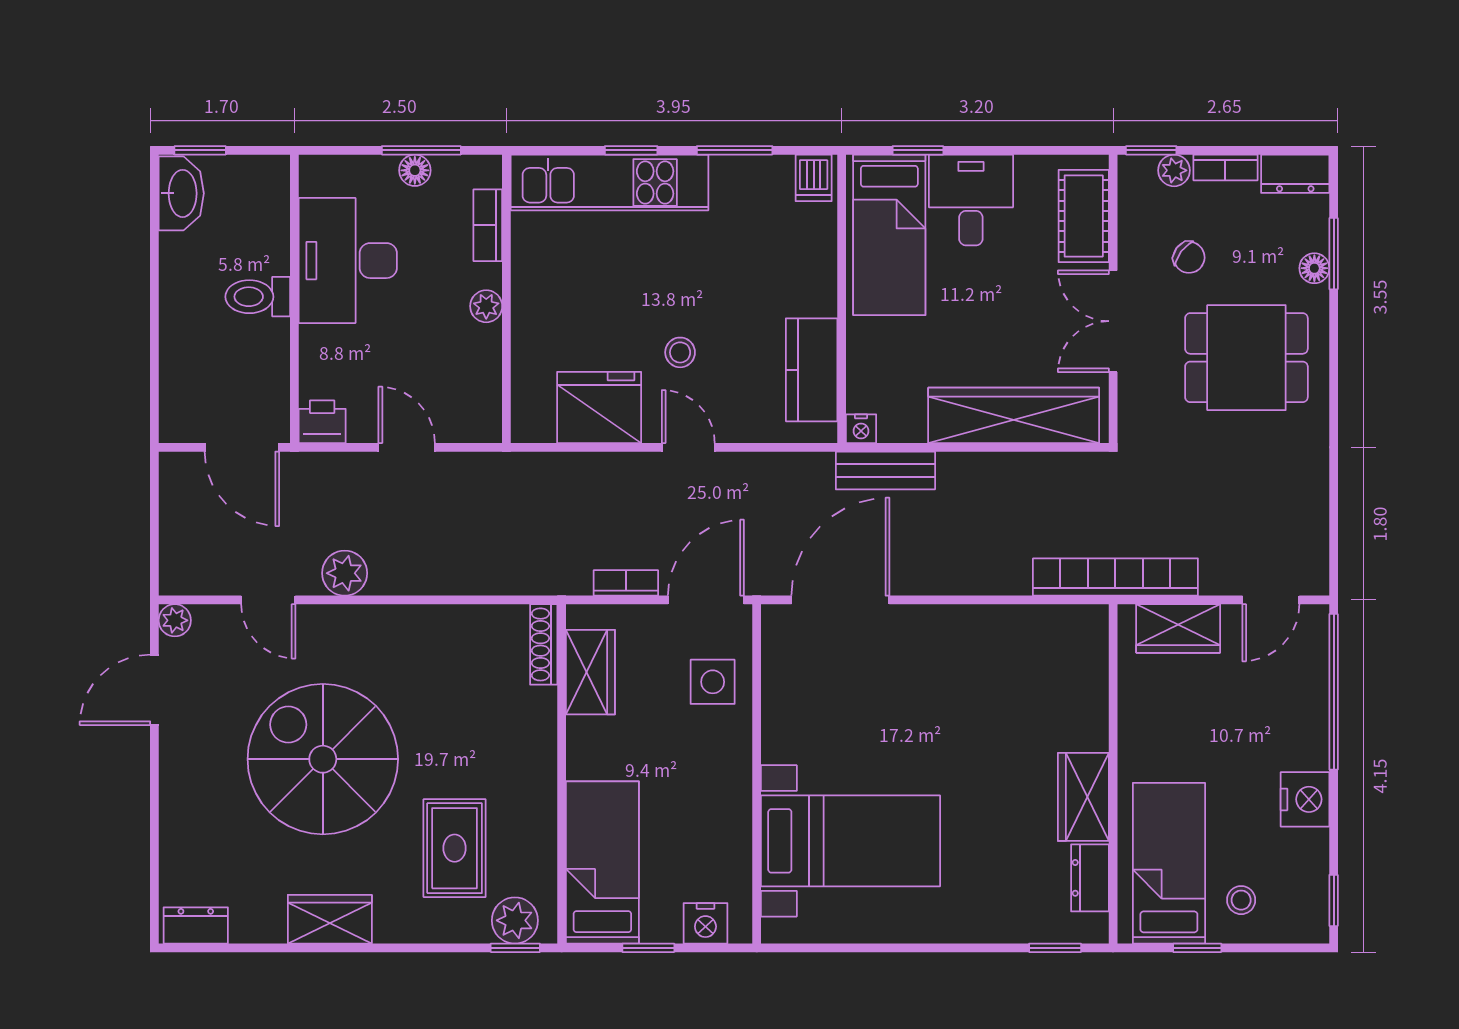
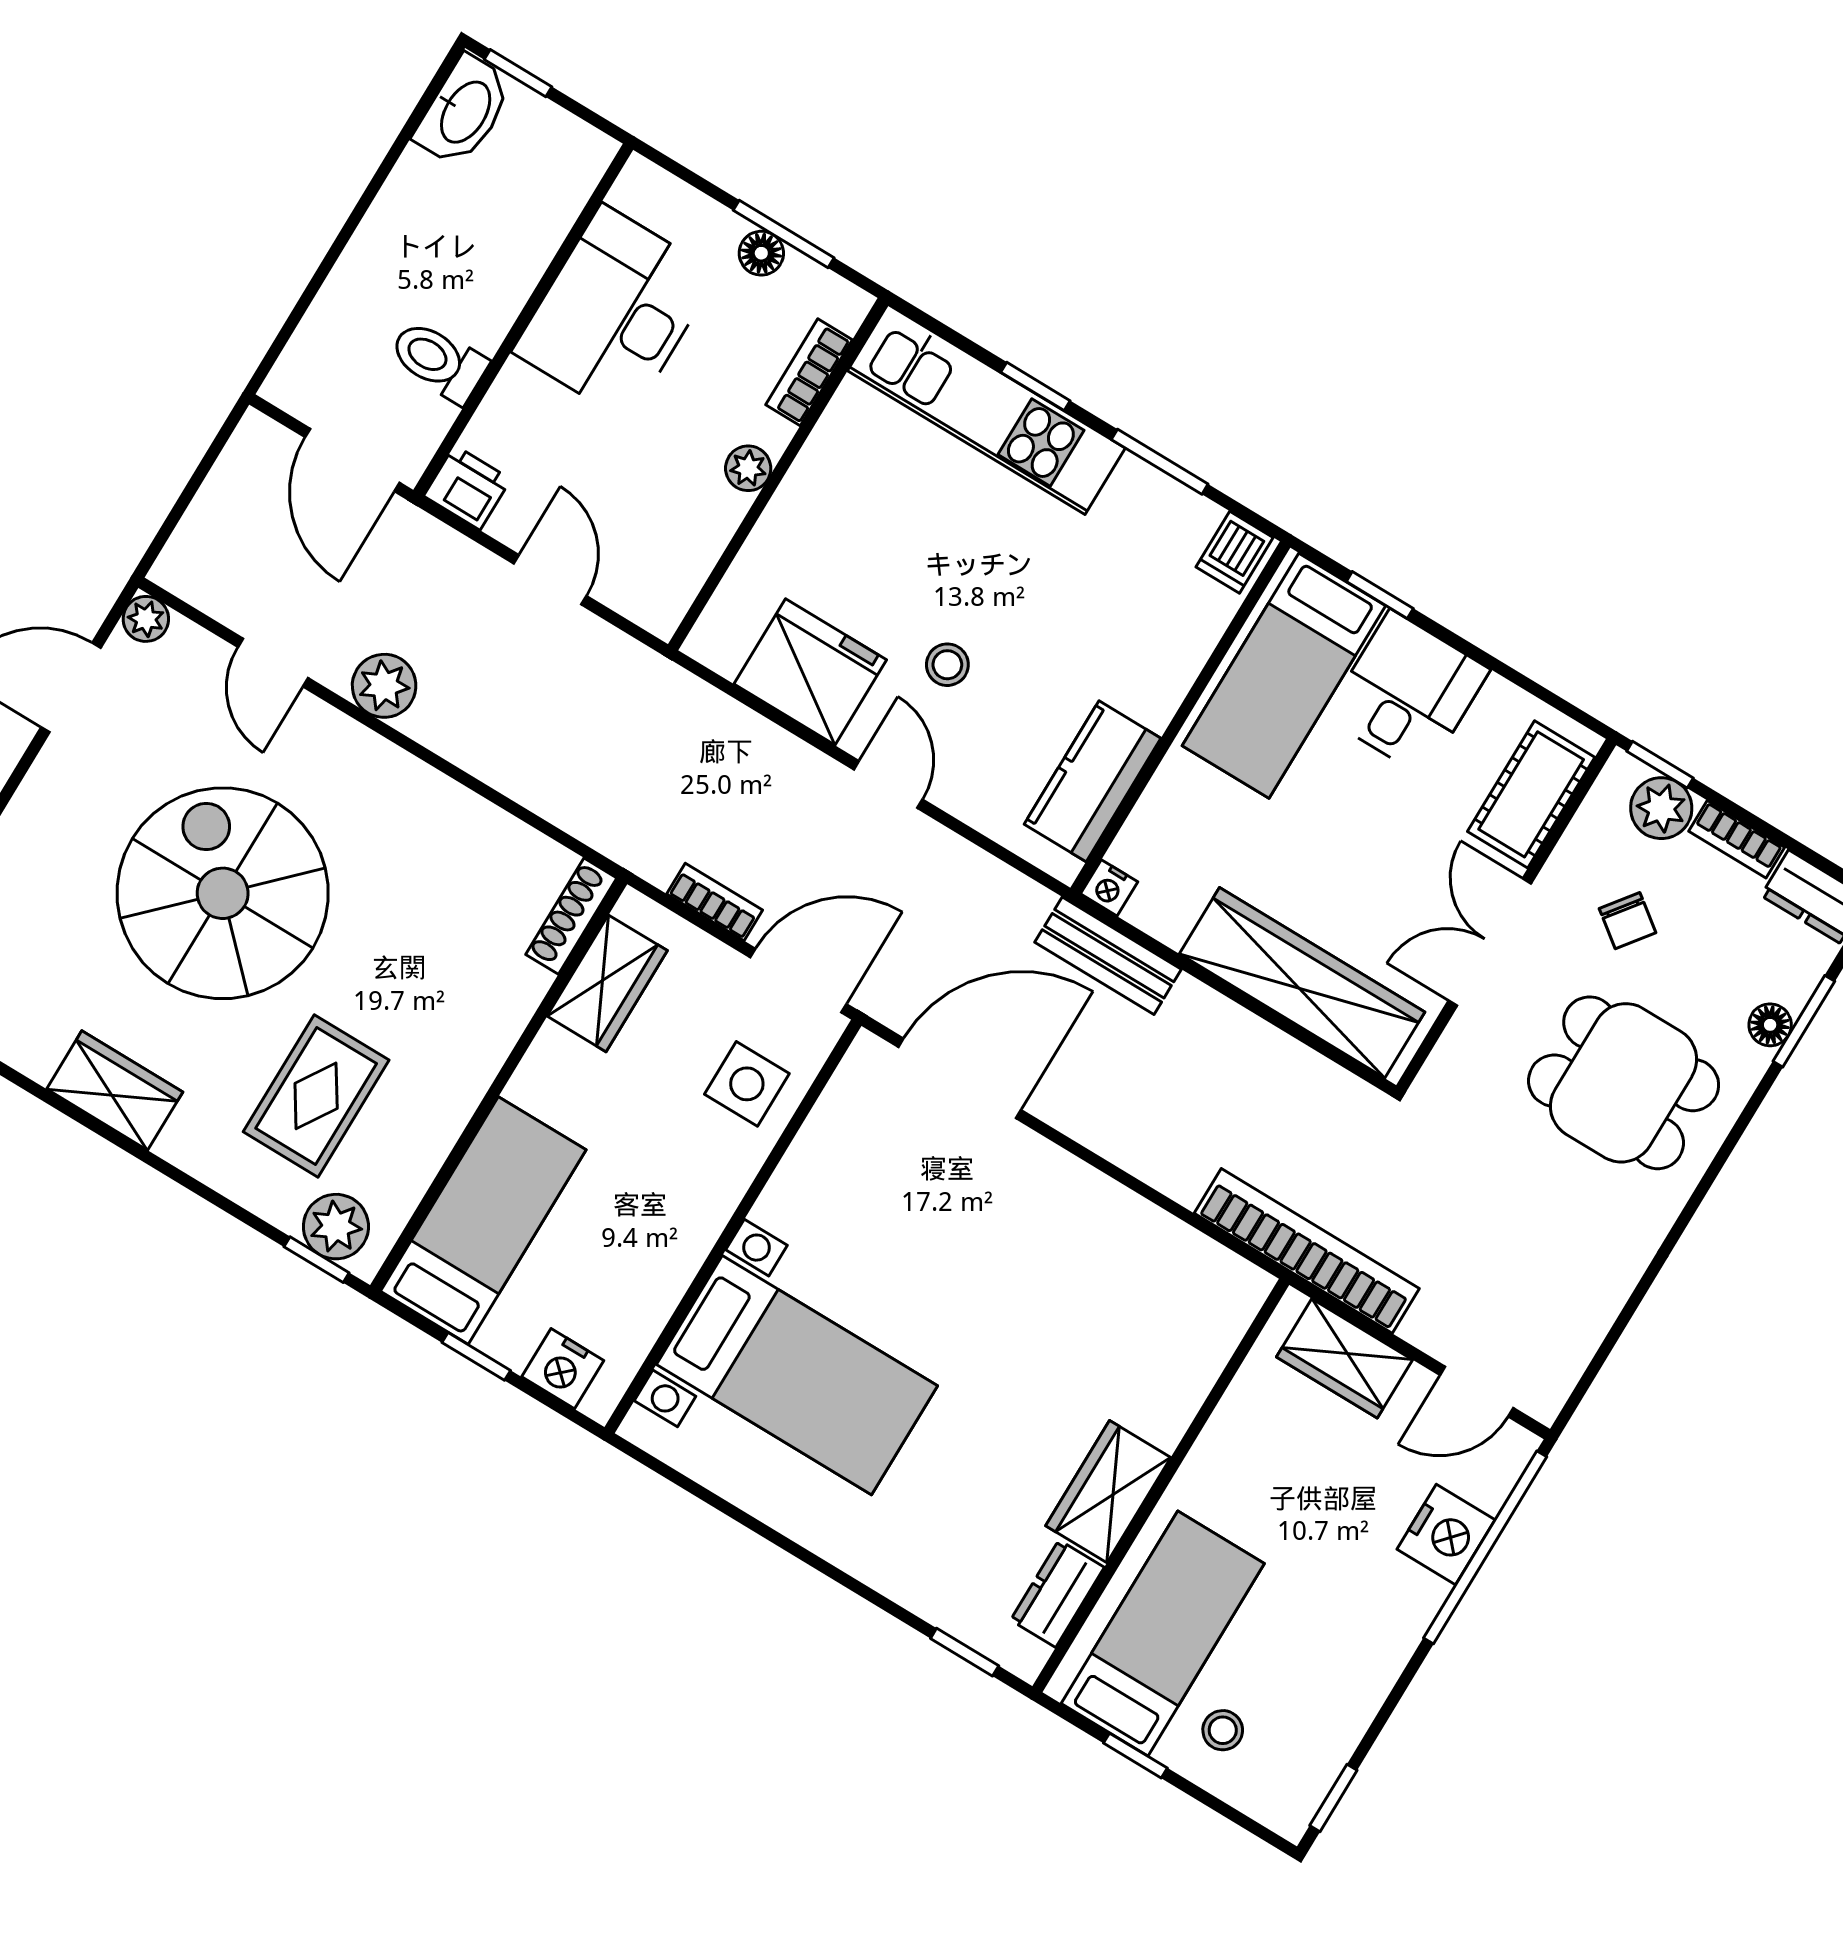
plant: (1174, 170) -> (1661, 808), width x1.38, depth x1.38
toilet: (258, 297) -> (438, 361), moved
nightstand: (1305, 799) -> (1446, 1535), moved

